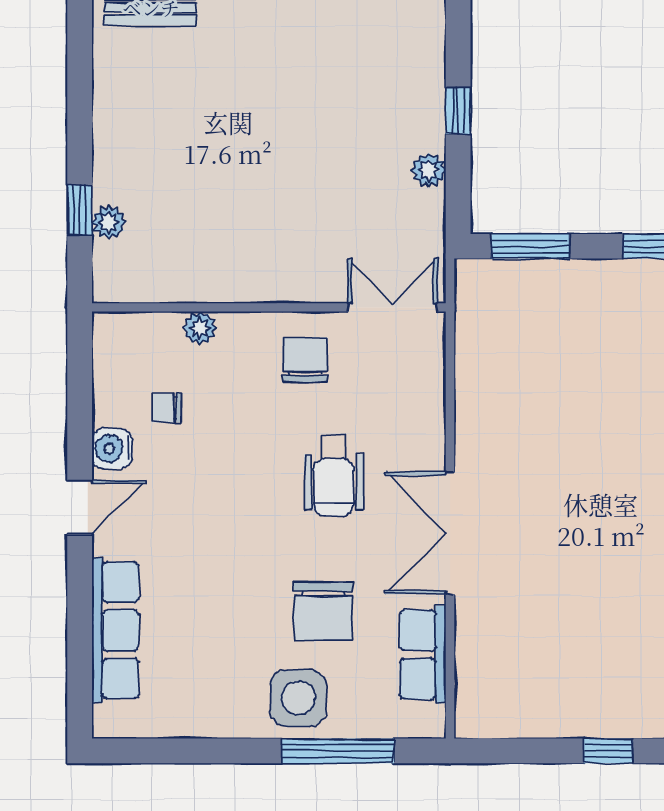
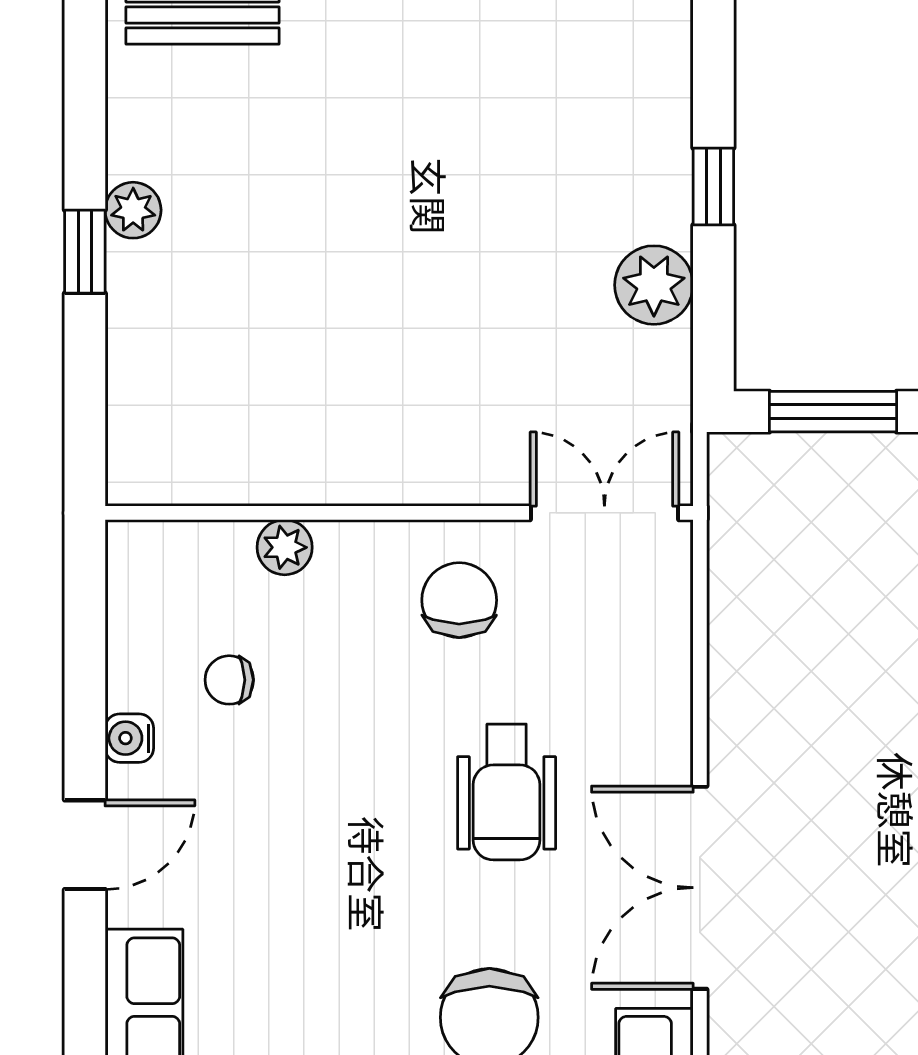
plant: (429, 170) -> (654, 285), width x1.38, depth x1.38
window: (80, 210) -> (85, 252), moved
plant: (109, 222) -> (133, 210), moved
water cooler: (112, 449) -> (129, 738), width x0.72, depth x0.72

